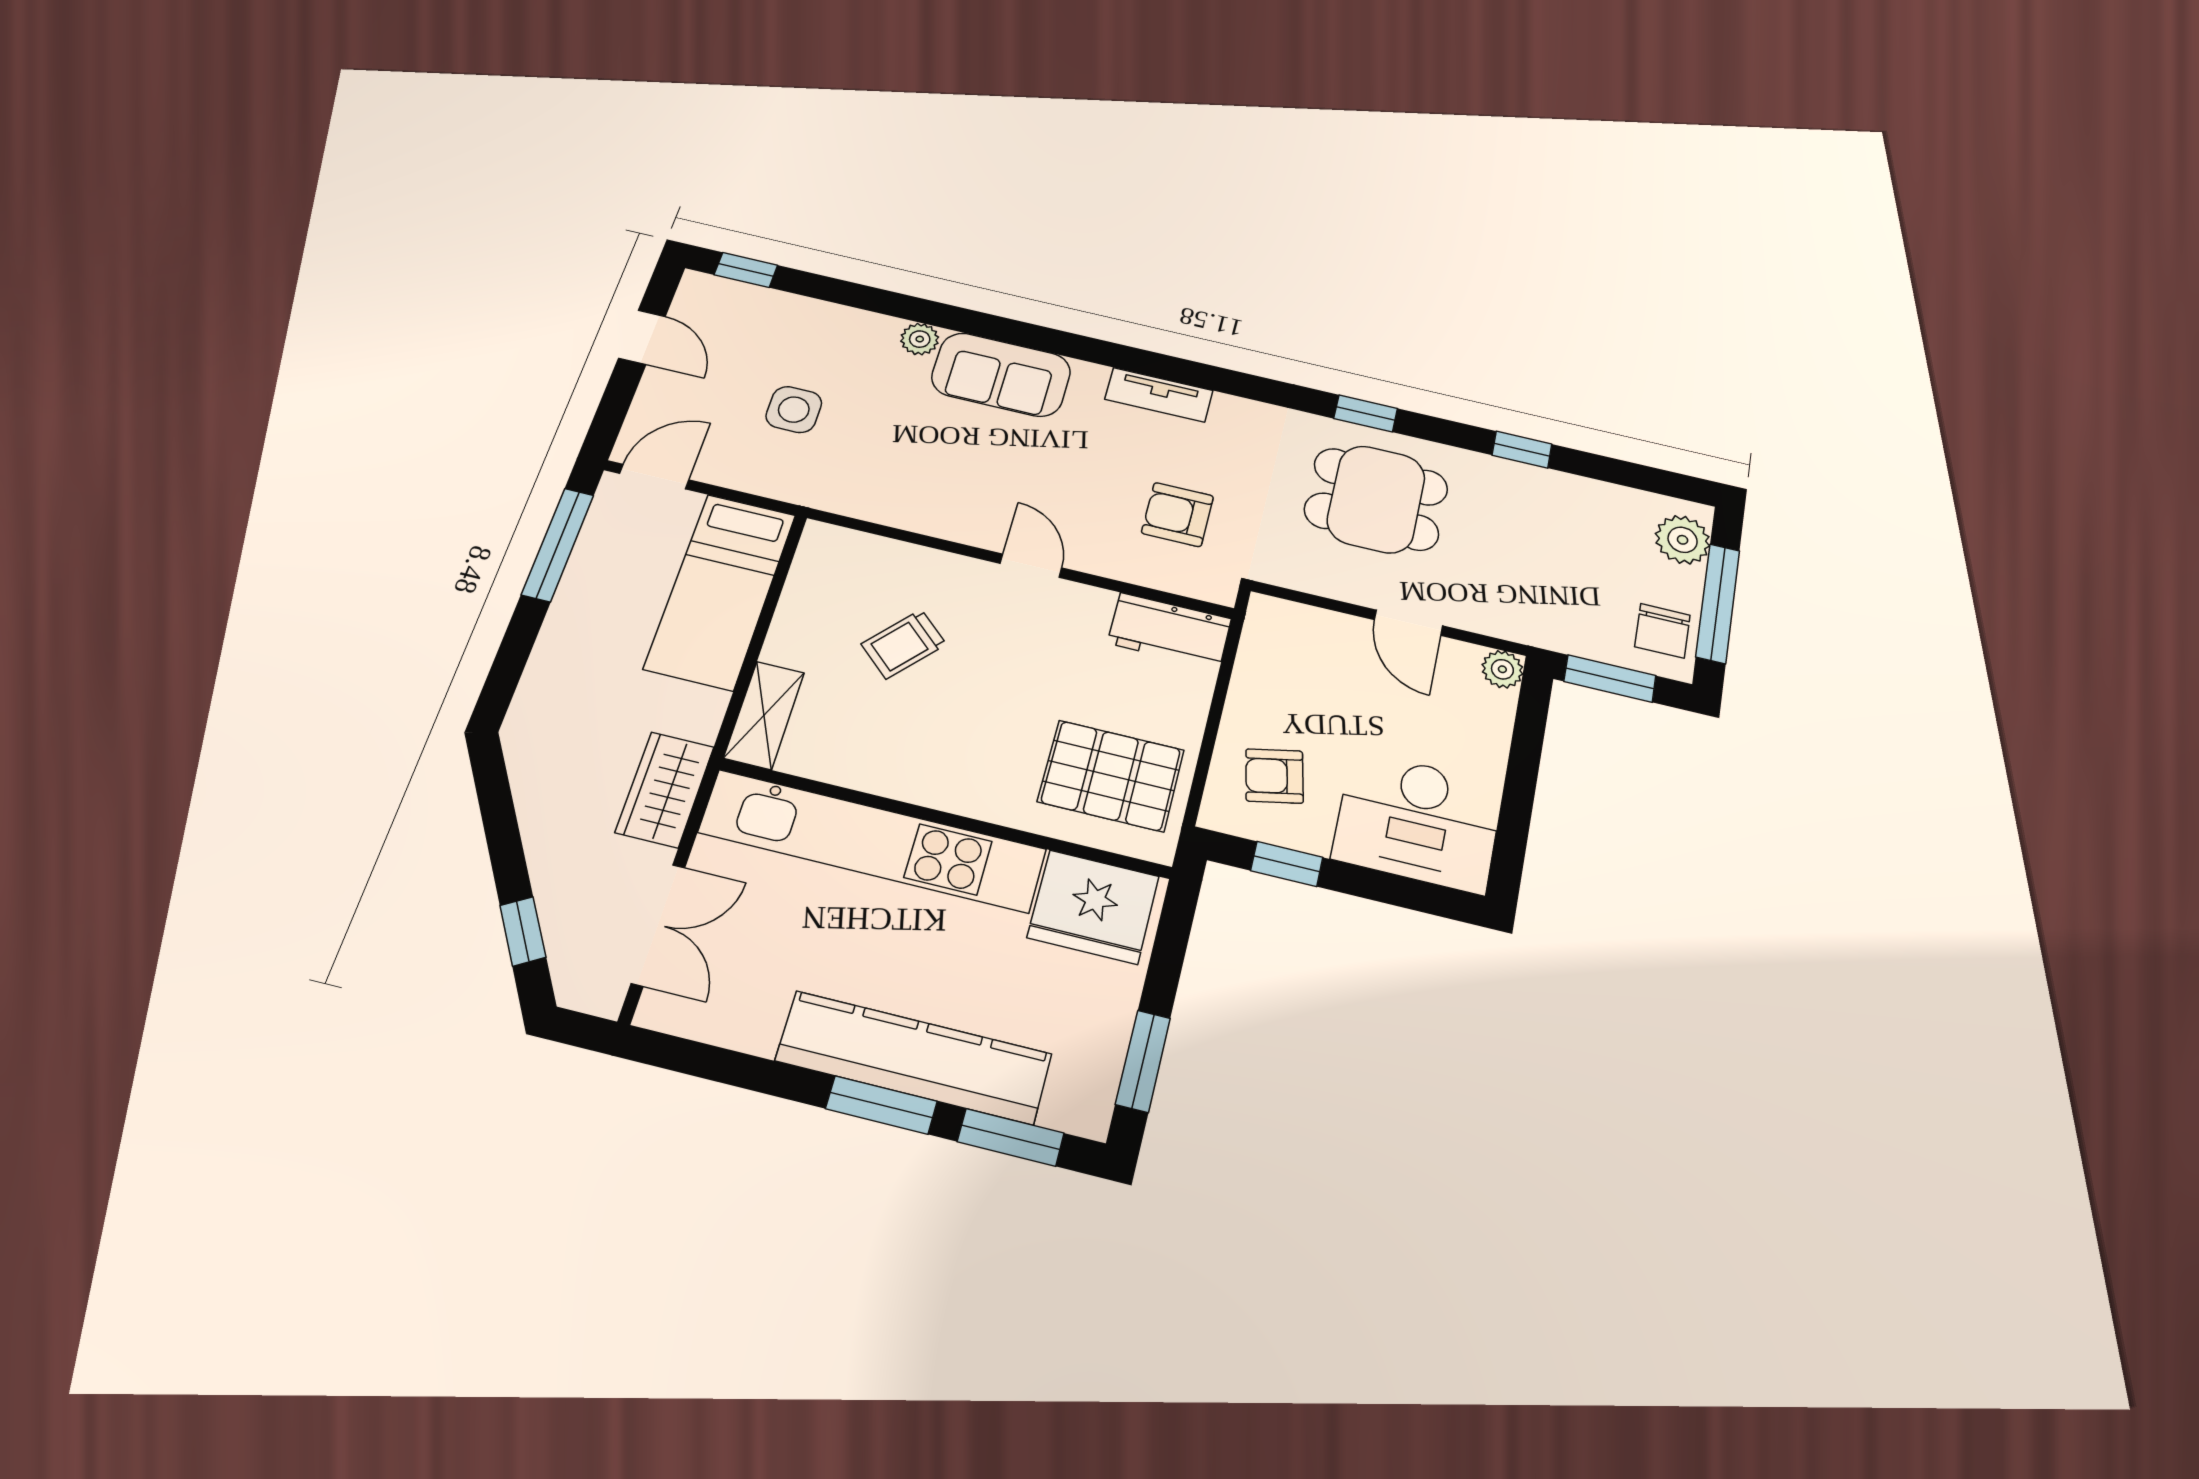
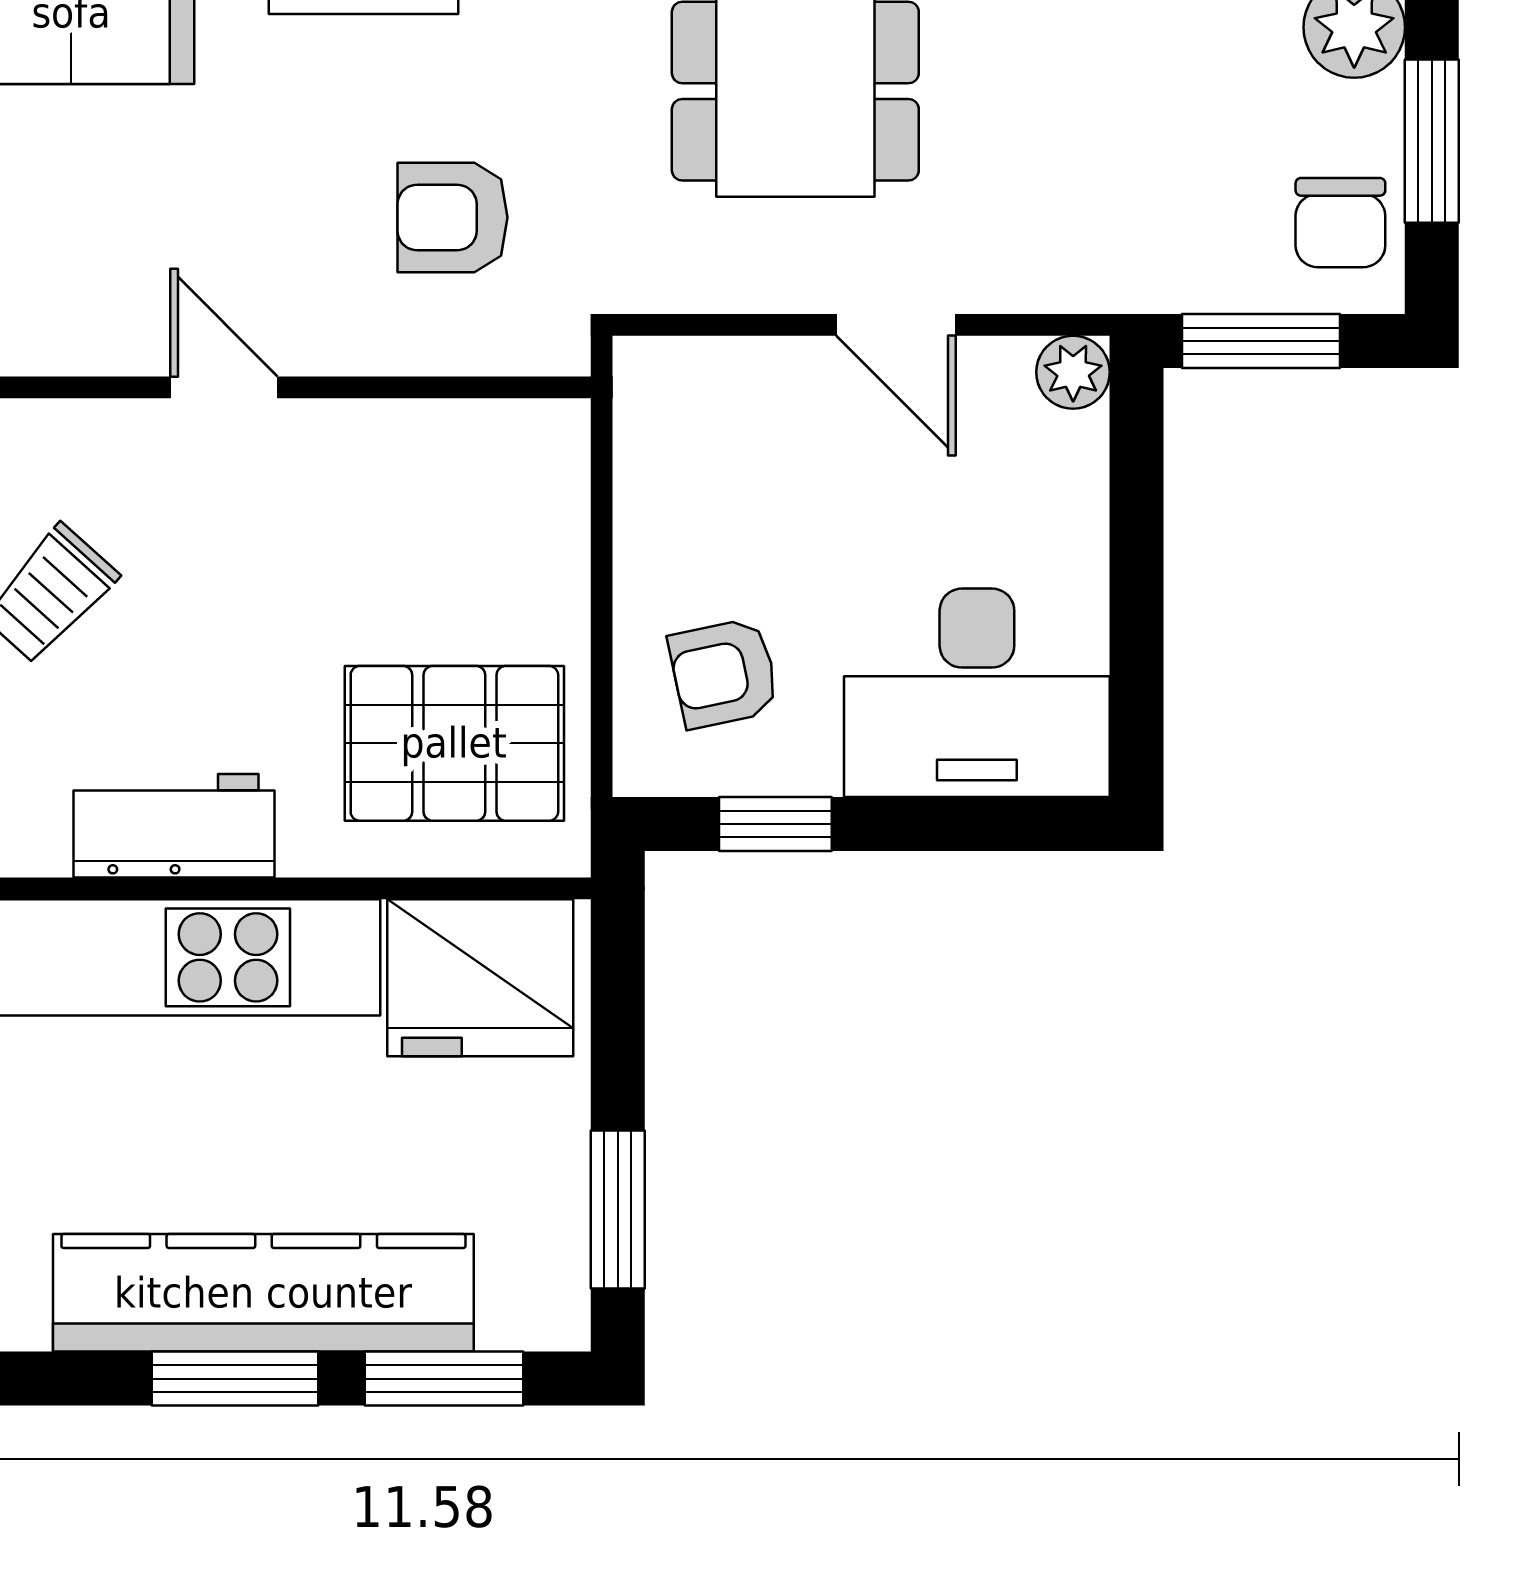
window: (1718, 603) -> (1432, 141), width x0.69
workbench: (1169, 631) -> (174, 826), moved, turned 180

